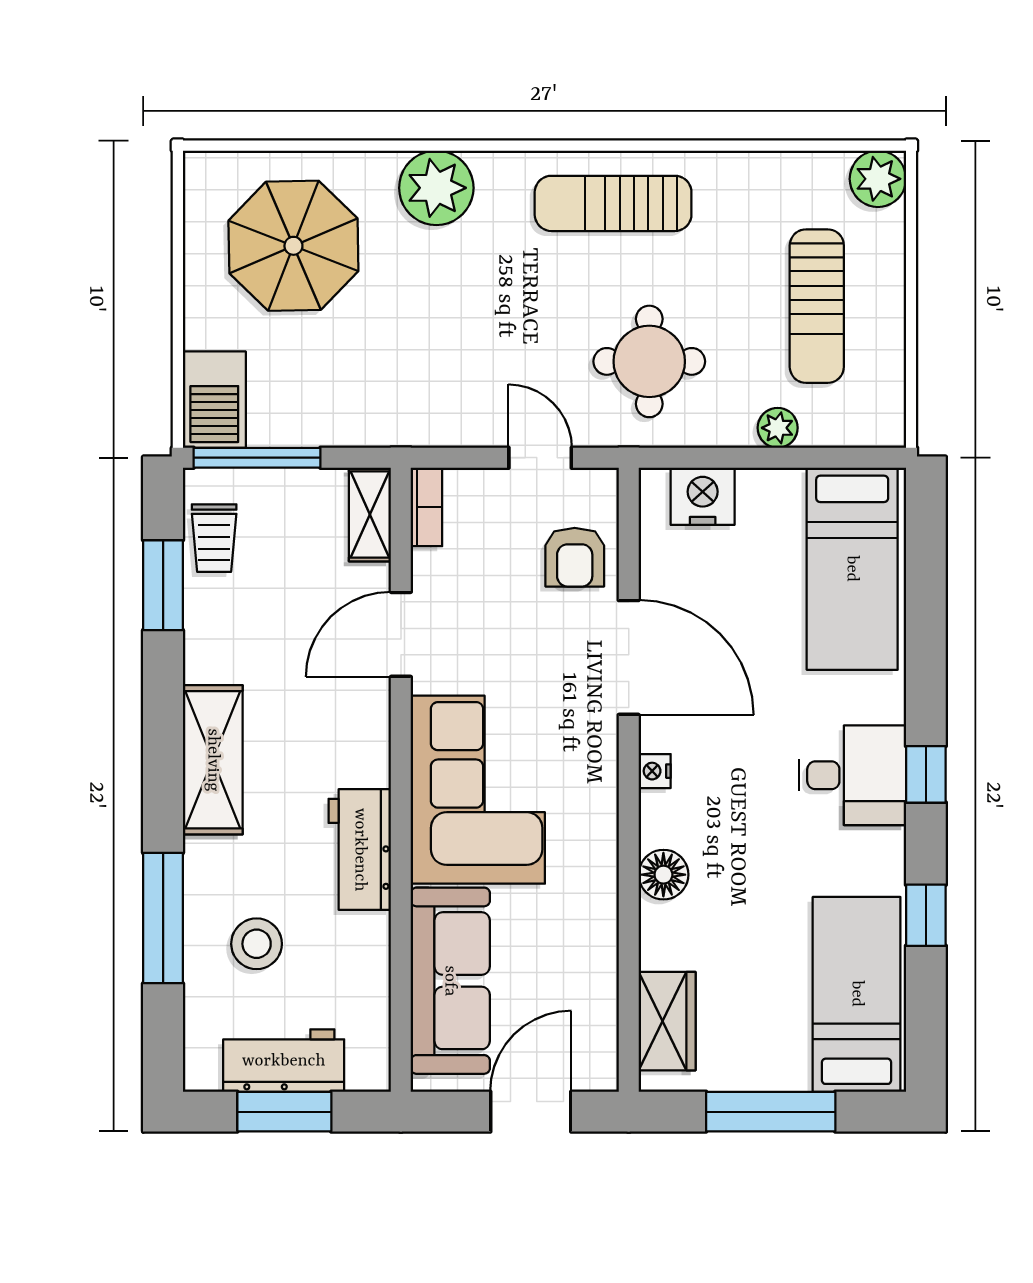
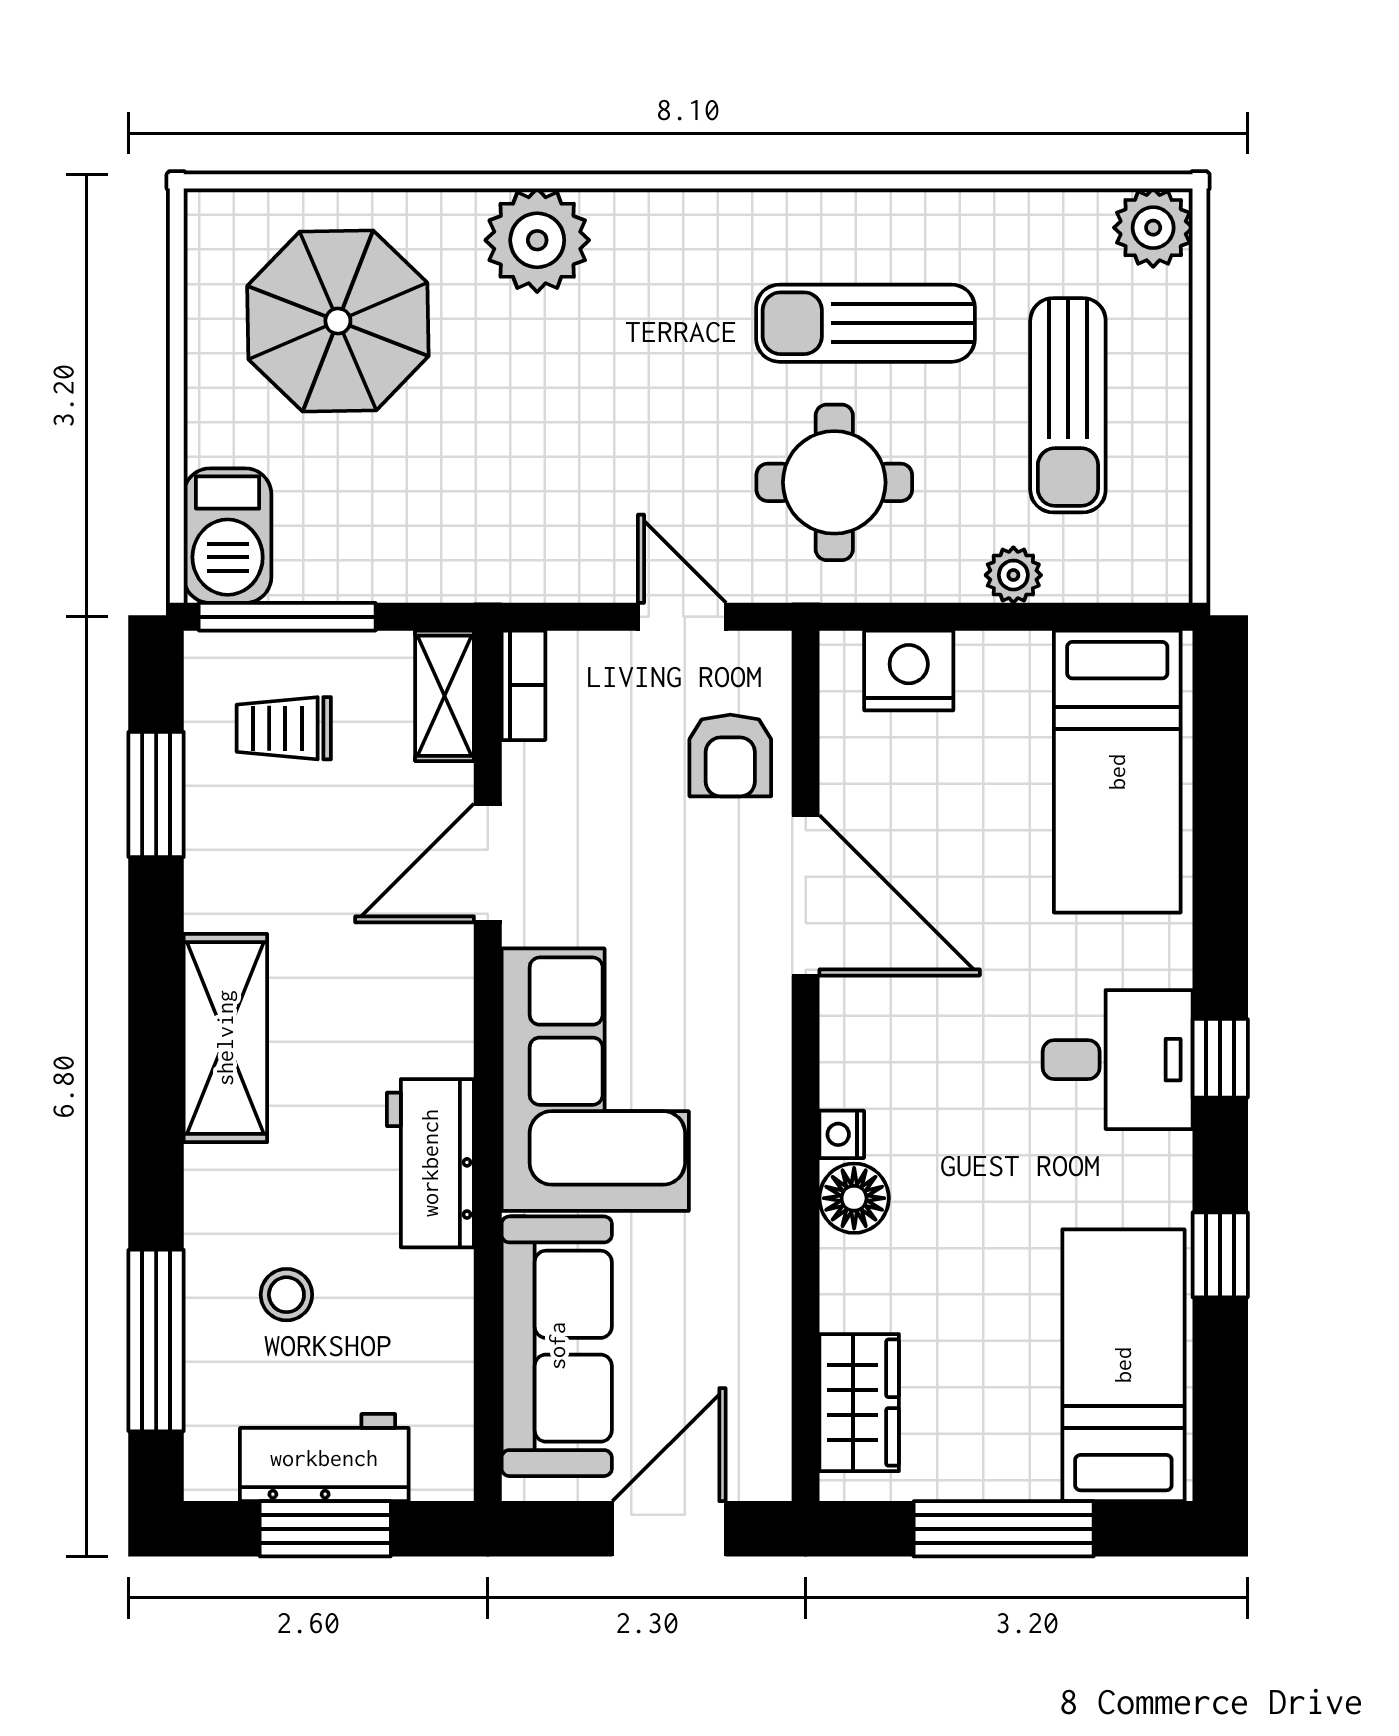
sun lounger: (613, 203) -> (866, 323), moved
trolley: (214, 538) -> (284, 728), moved, turned 90
nightstand: (655, 771) -> (842, 1134), moved
window: (163, 918) -> (156, 1340), moved
stool: (257, 944) -> (286, 1295), width x0.73, depth x0.73

